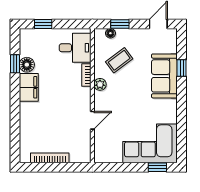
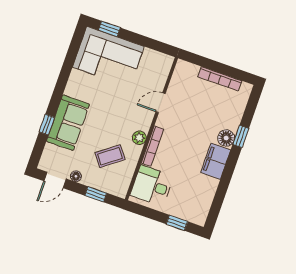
floor lamp: (110, 33) -> (76, 176), moved
window: (15, 64) -> (241, 136), moved
floor lamp: (27, 65) -> (226, 138), moved
bookcase: (86, 75) -> (152, 146), width x1.56

